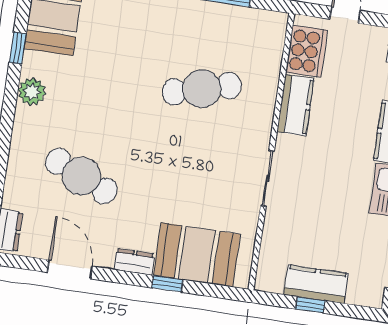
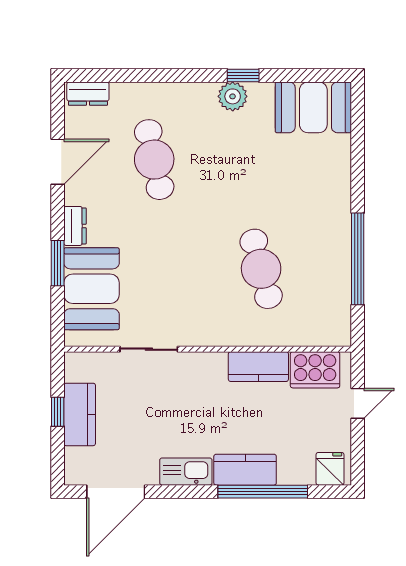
window: (18, 48) -> (243, 75), moved
cafe table: (81, 176) -> (154, 160), turned -36
sliding door: (267, 179) -> (149, 349), moved
window: (167, 284) -> (58, 263), width x1.50

